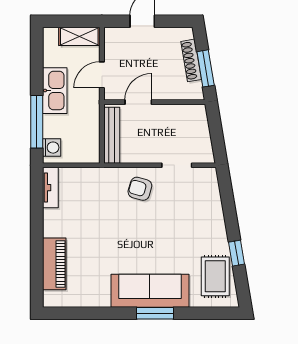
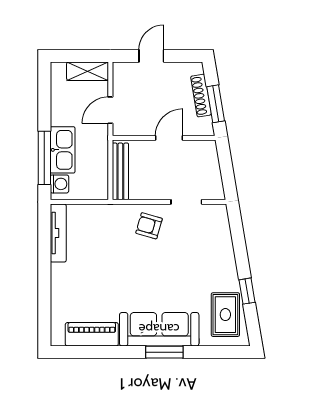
kitchen sink: (55, 91) -> (63, 150), moved
door: (138, 102) -> (169, 138), moved
tv unit: (50, 188) -> (58, 233), width x1.41
piano: (54, 264) -> (92, 334), moved, turned -90

